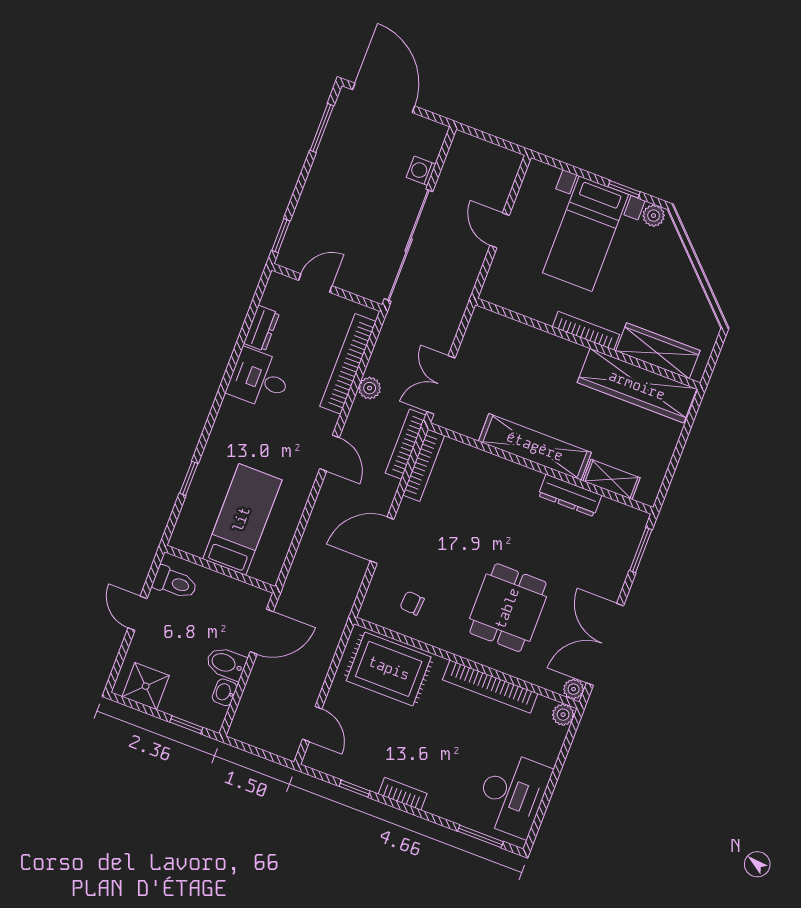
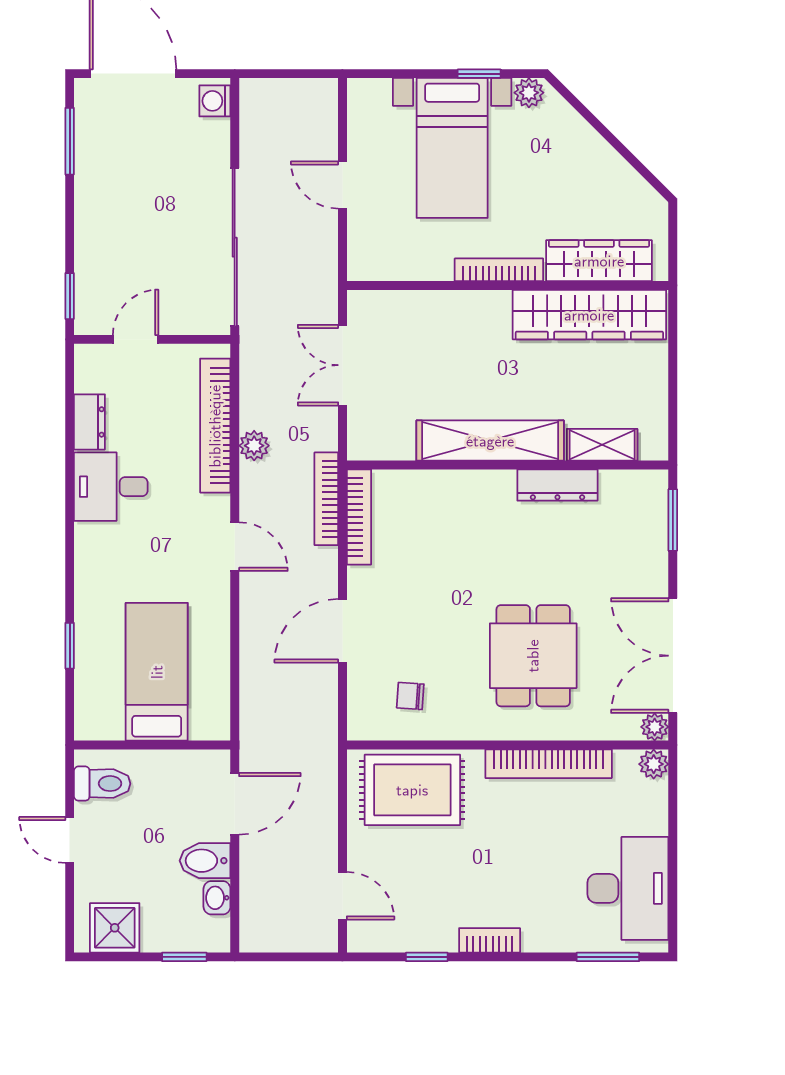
washing machine: (421, 171) -> (215, 101), moved
double door: (441, 385) -> (342, 365), moved

